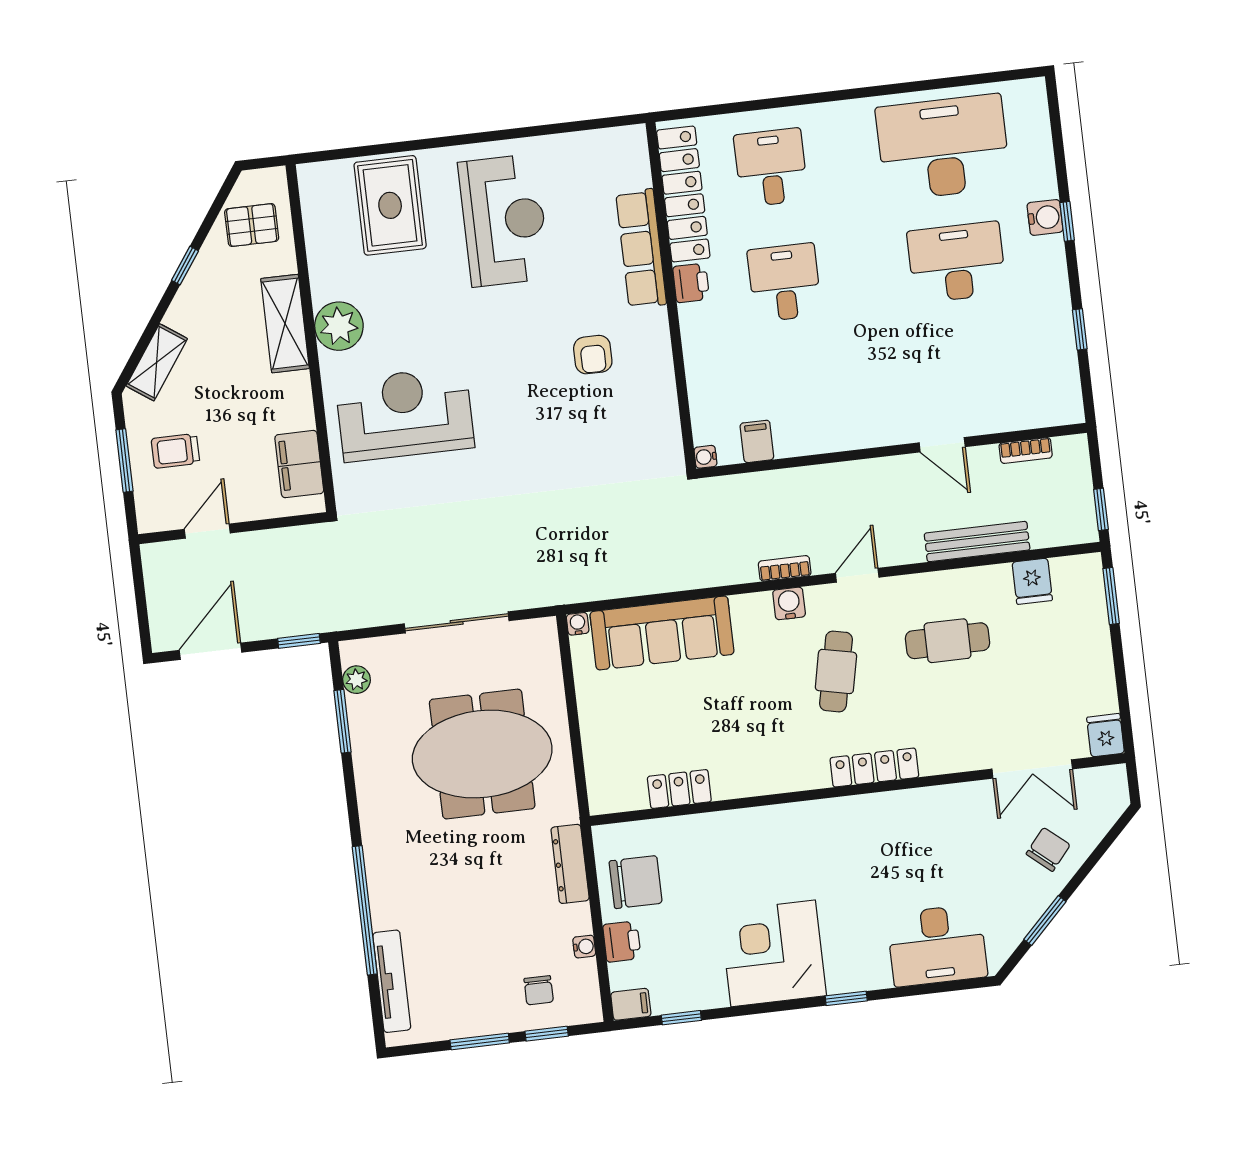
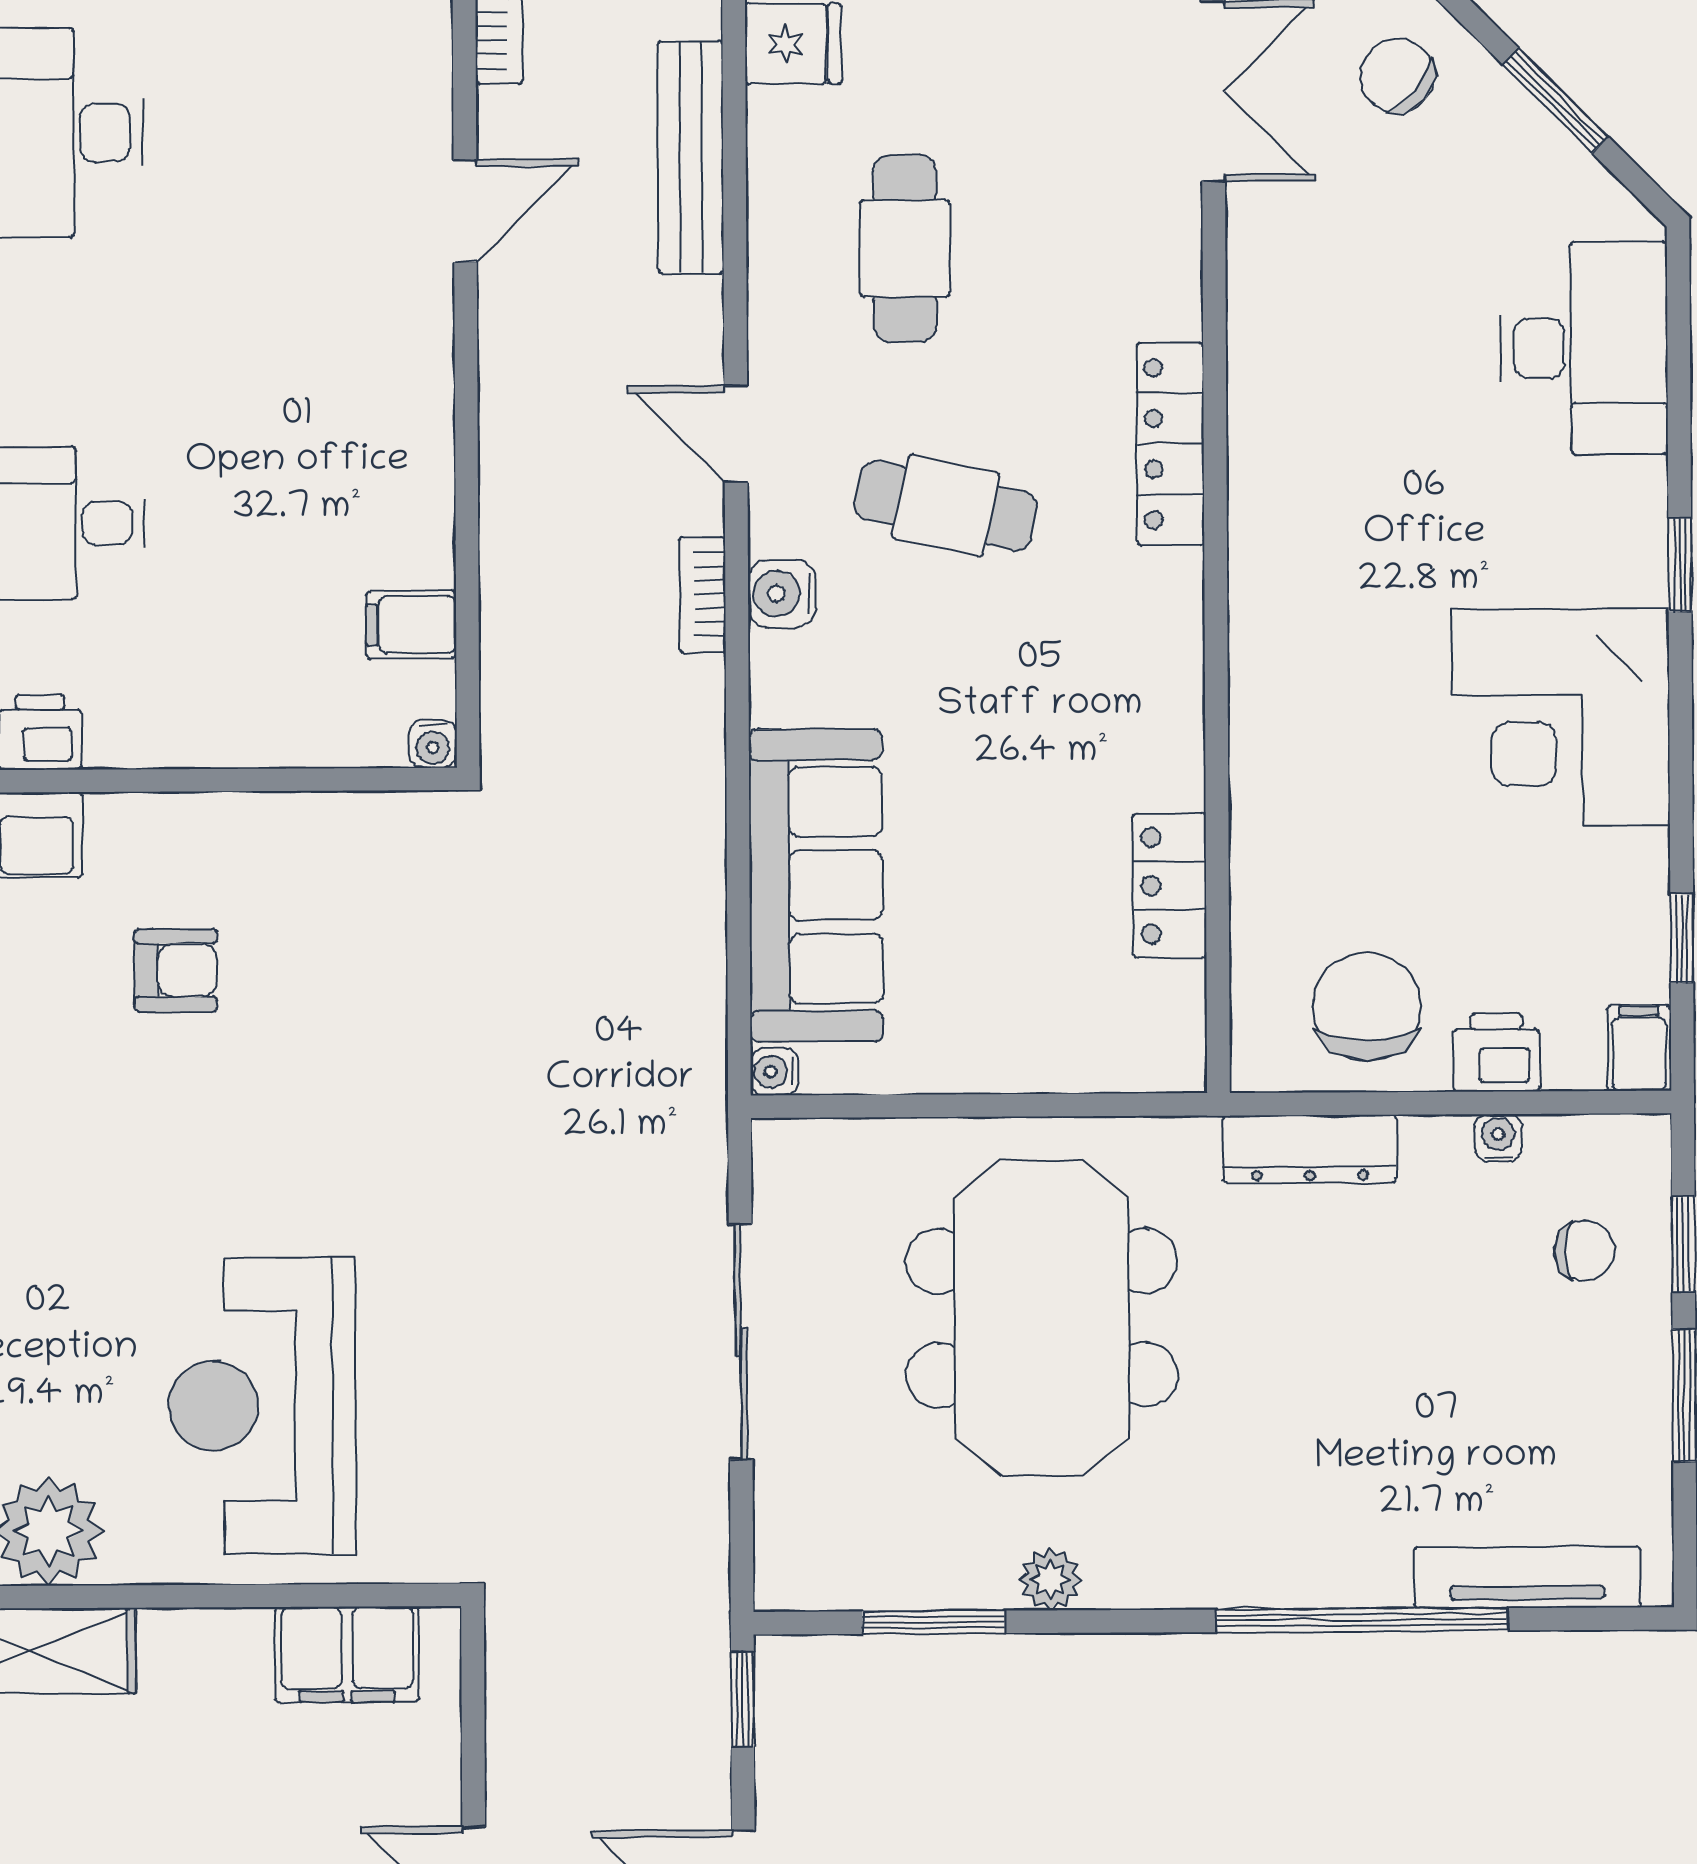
plant: (356, 680) -> (1050, 1579), moved

